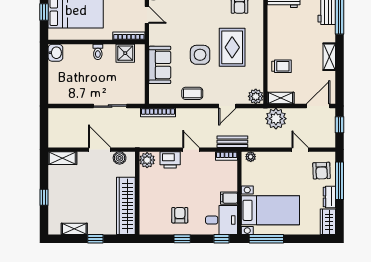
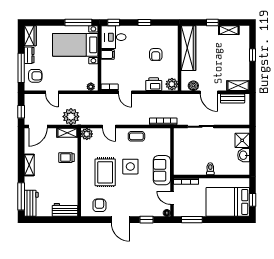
washbasin: (55, 53) -> (244, 155), moved
shower: (125, 53) -> (242, 140), moved
sofa: (160, 65) -> (162, 170), moved
door: (227, 106) -> (109, 126), swing flipped
bench: (232, 142) -> (233, 98), moved
door: (191, 150) -> (125, 92), moved
armchair: (322, 171) -> (35, 76), turned 92
armchair: (180, 215) -> (156, 55), moved

